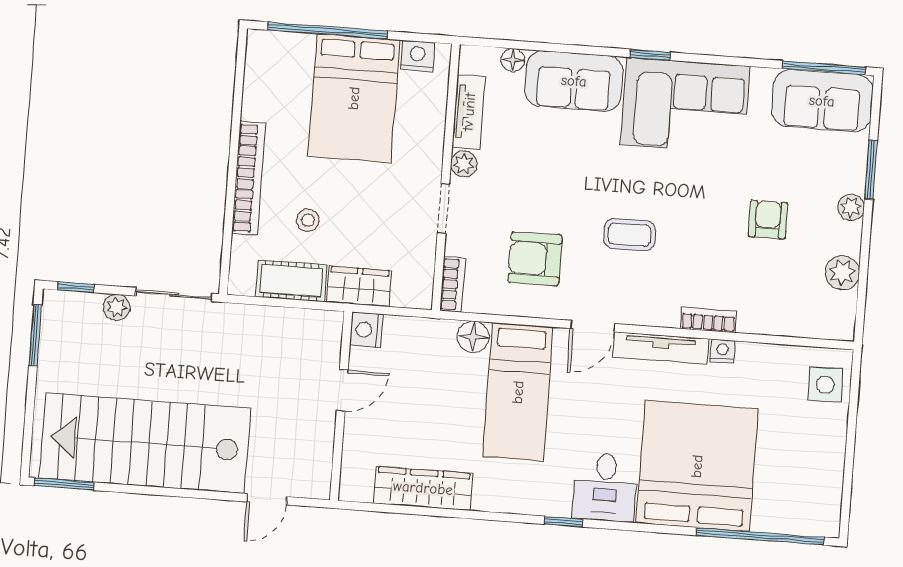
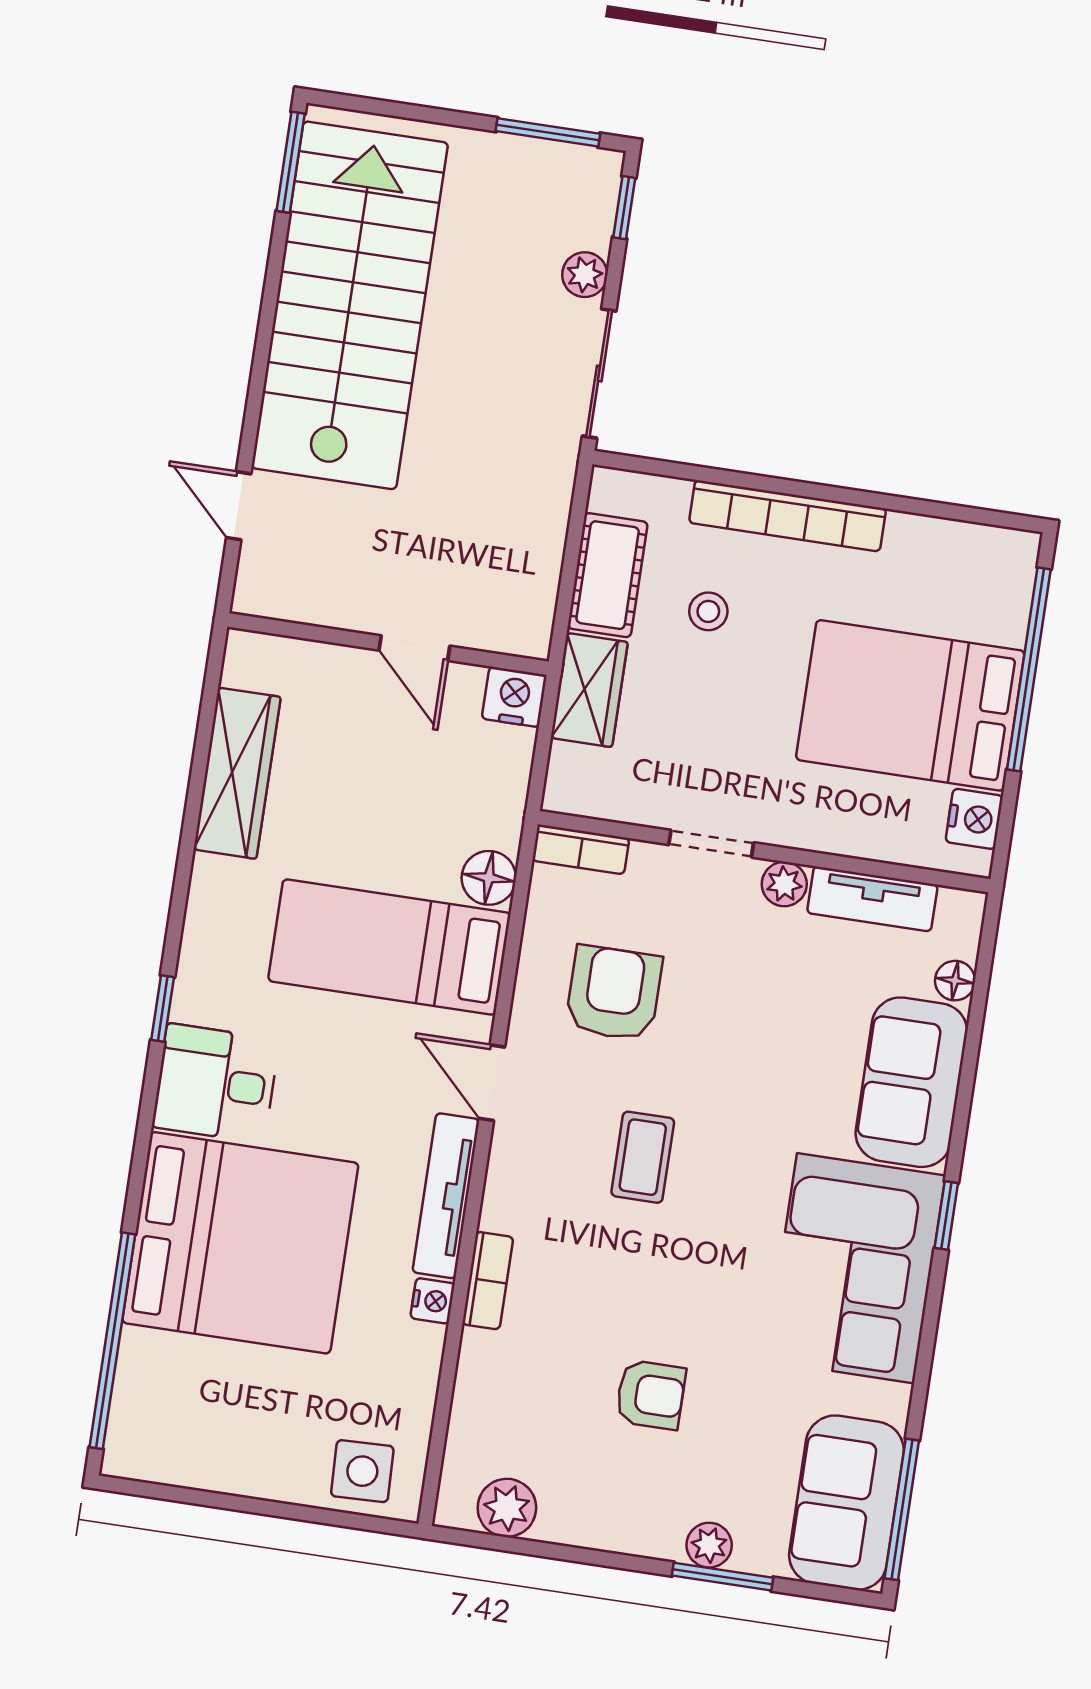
plant: (851, 207) -> (709, 1545), moved
plant: (842, 273) -> (507, 1508), moved

